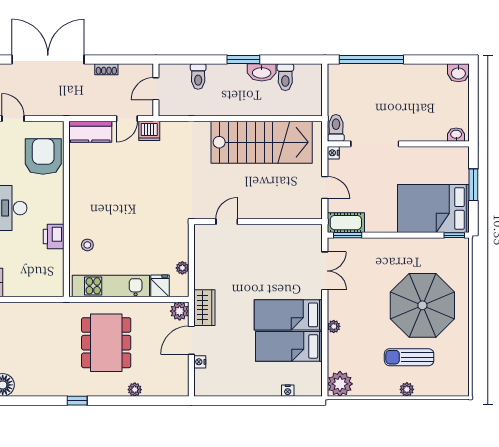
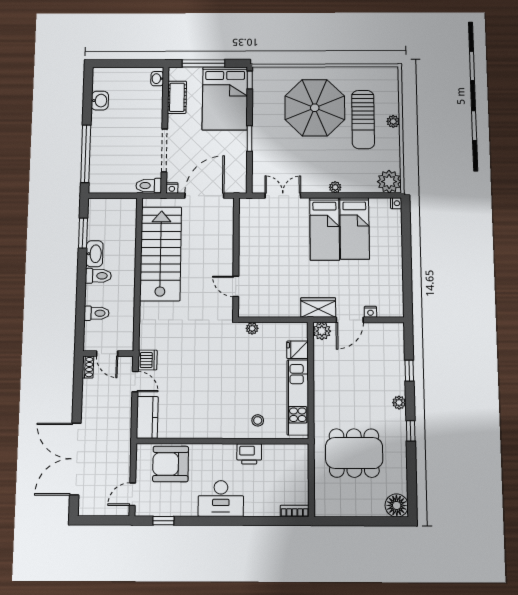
window: (243, 59) -> (83, 233), moved
shoe rack: (106, 69) -> (88, 367), moved
washbasin: (458, 73) -> (100, 101), moved
toilet: (285, 77) -> (98, 276), moved
window: (473, 185) -> (203, 63), width x1.44
door: (325, 187) -> (204, 196), width x1.88
cot: (346, 223) -> (177, 97), moved
window: (348, 235) -> (249, 139), moved
plant: (182, 268) -> (252, 328), moved
door: (191, 340) -> (350, 320), hinge flipped
dining table: (106, 343) -> (354, 453), moved
sun lounger: (409, 357) -> (363, 119), width x1.36, depth x1.34
plant: (135, 390) -> (399, 403), moved
nightstand: (288, 391) -> (396, 203), moved
window: (139, 401) -> (409, 371), added

